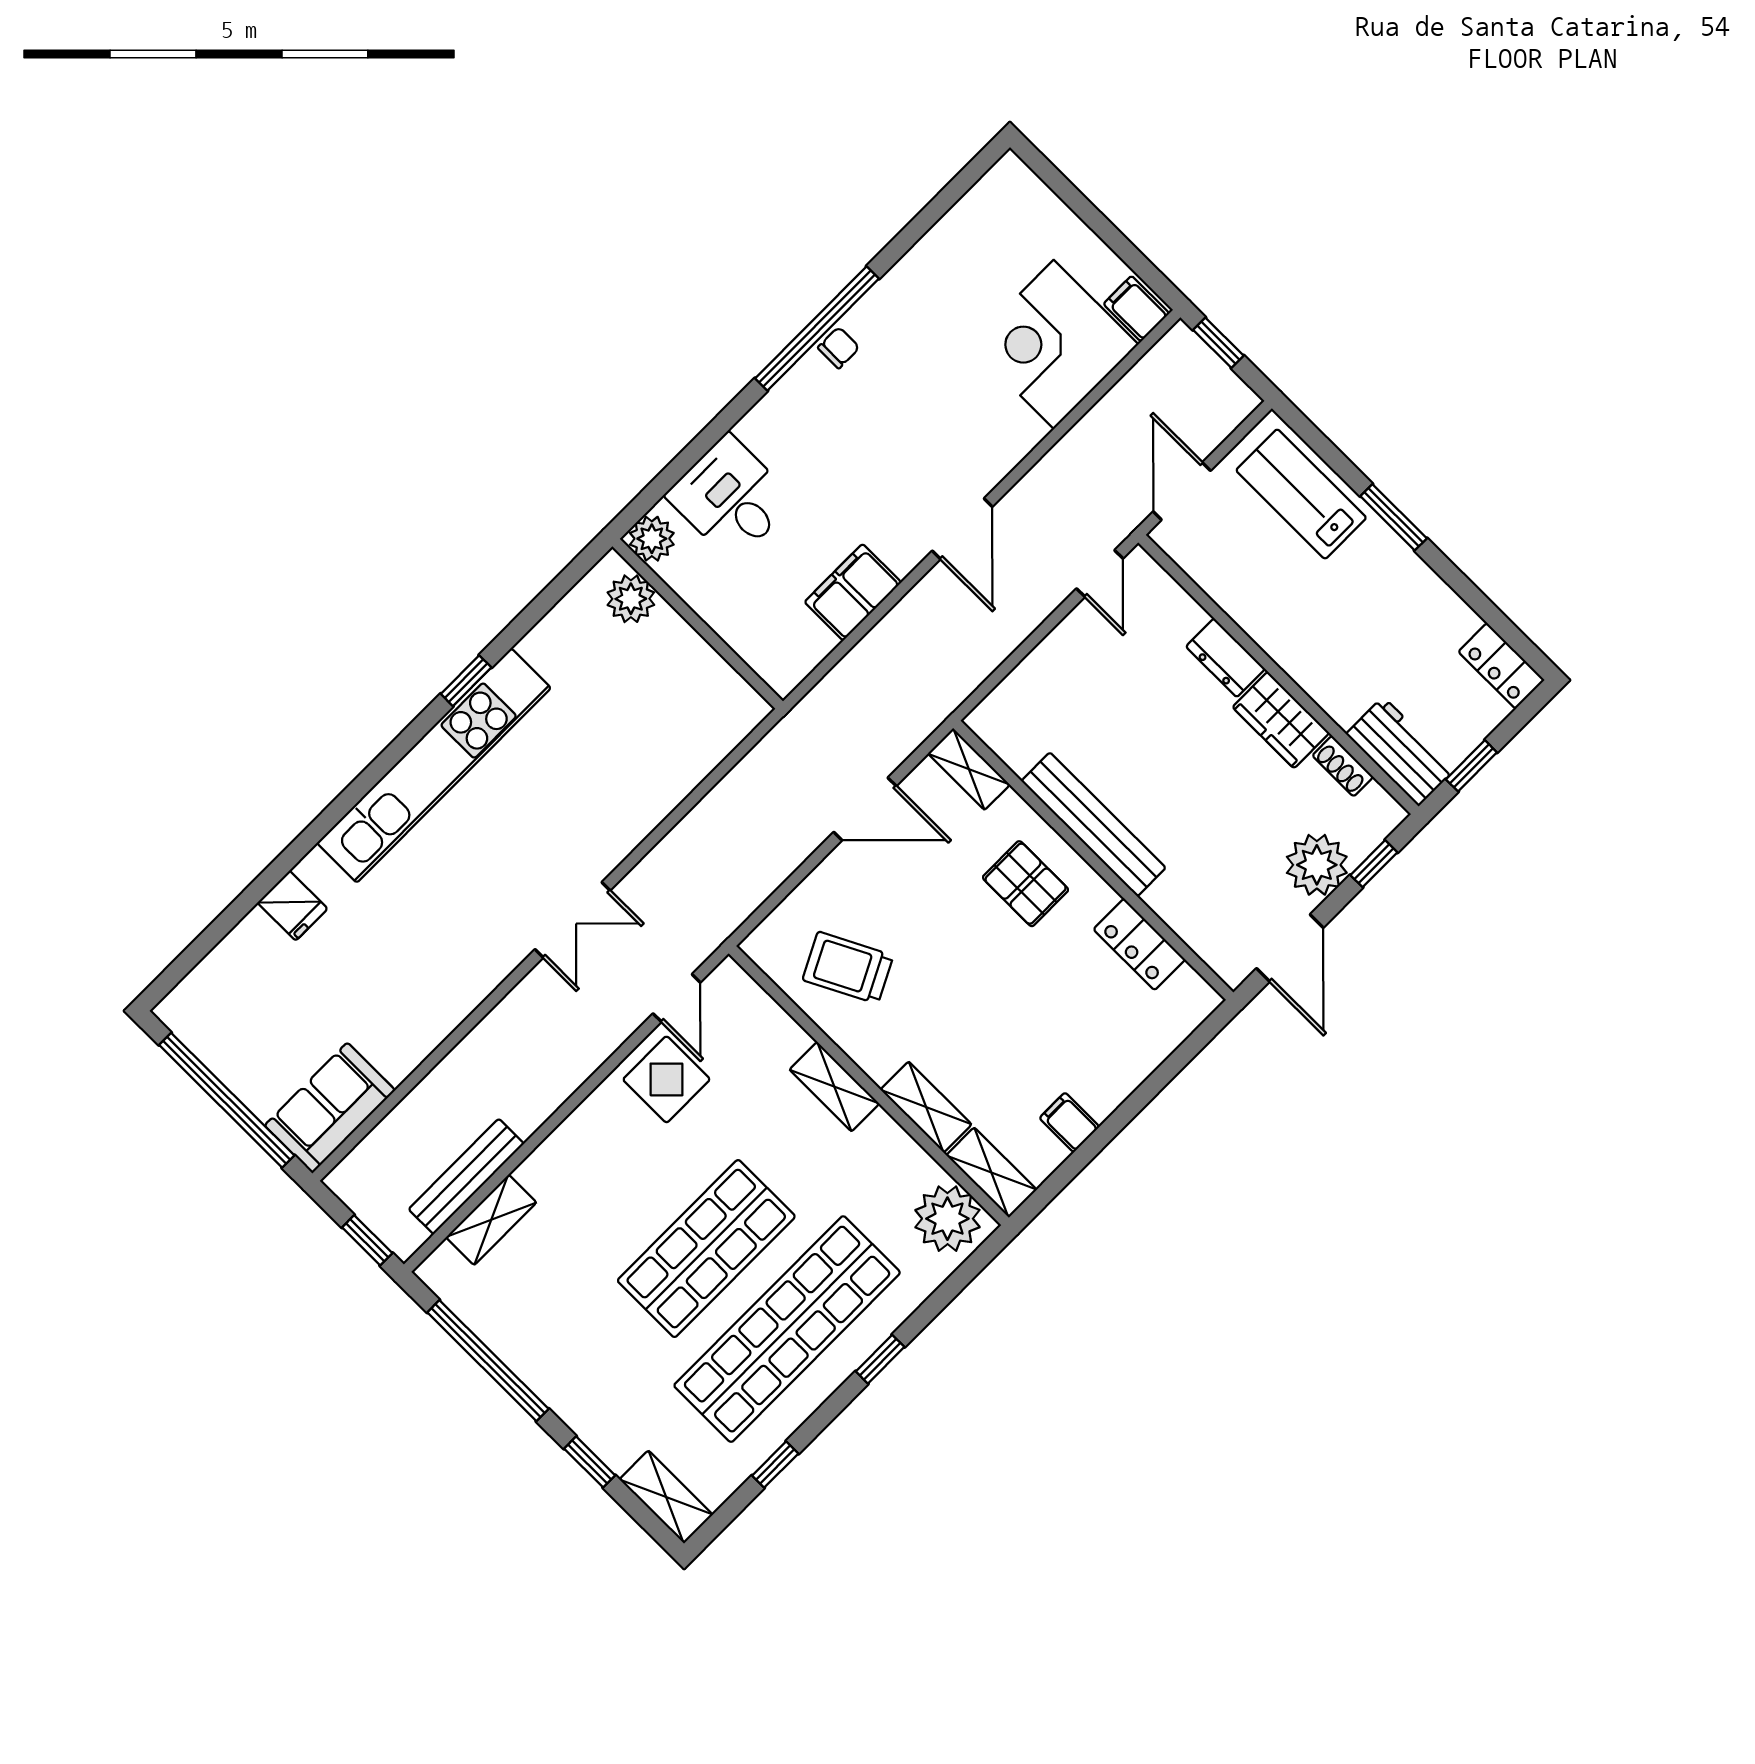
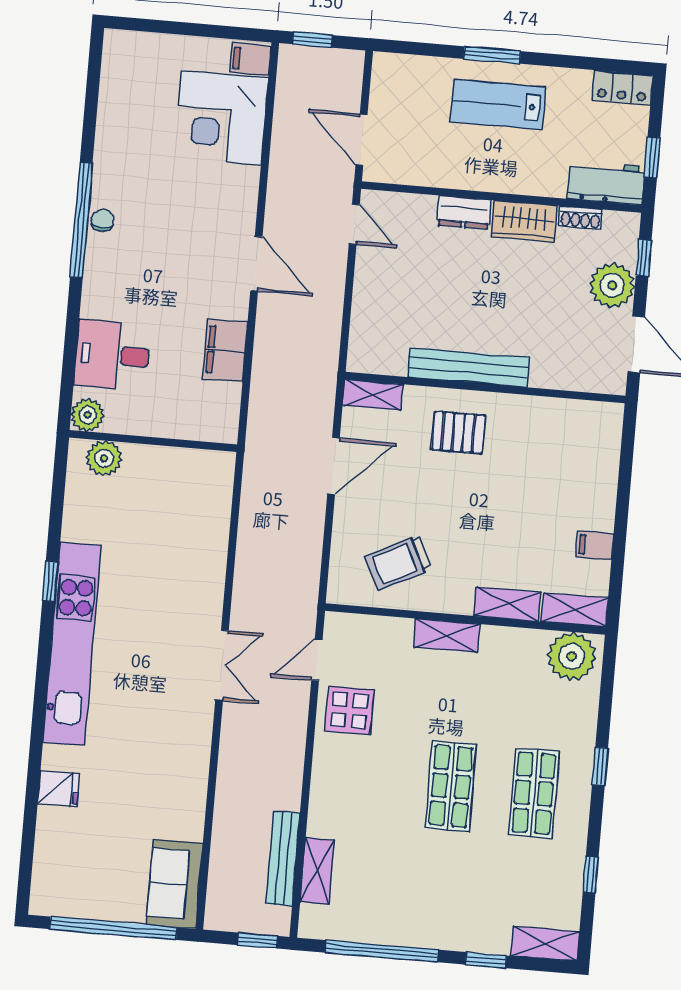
lab bench: (1301, 494) -> (498, 104), moved
locker: (1139, 944) -> (550, 413), removed
door: (677, 998) -> (317, 660), swing flipped
shop shelf: (706, 1249) -> (451, 786), width x0.70, depth x0.74
shop shelf: (787, 1329) -> (534, 793), width x0.50, depth x0.74

